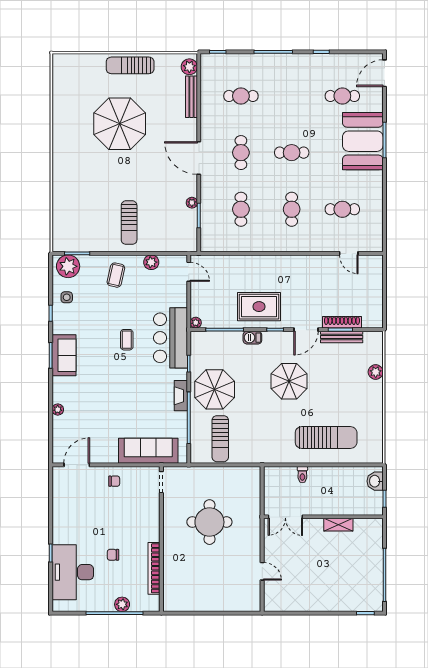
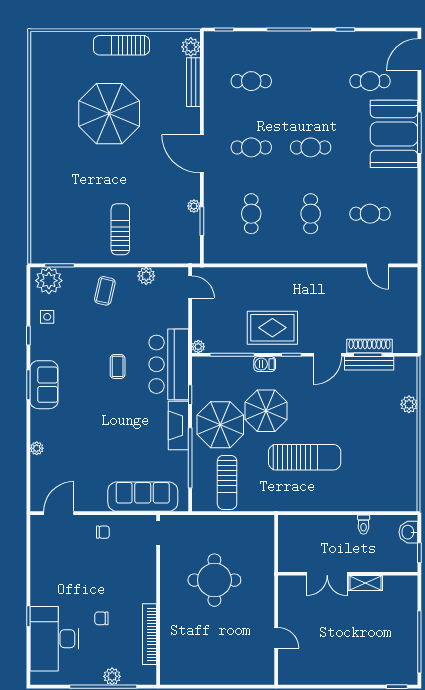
cafe table: (241, 153) -> (251, 147), turned 90
sun lounger: (129, 223) -> (120, 229), turned 180
parasol: (289, 381) -> (266, 411), moved
fireplace: (181, 396) -> (178, 426), width x1.37, depth x1.32
sun lounger: (326, 437) -> (305, 457), moved
toilet: (302, 475) -> (364, 525), moved
double door: (285, 517) -> (327, 574), moved

